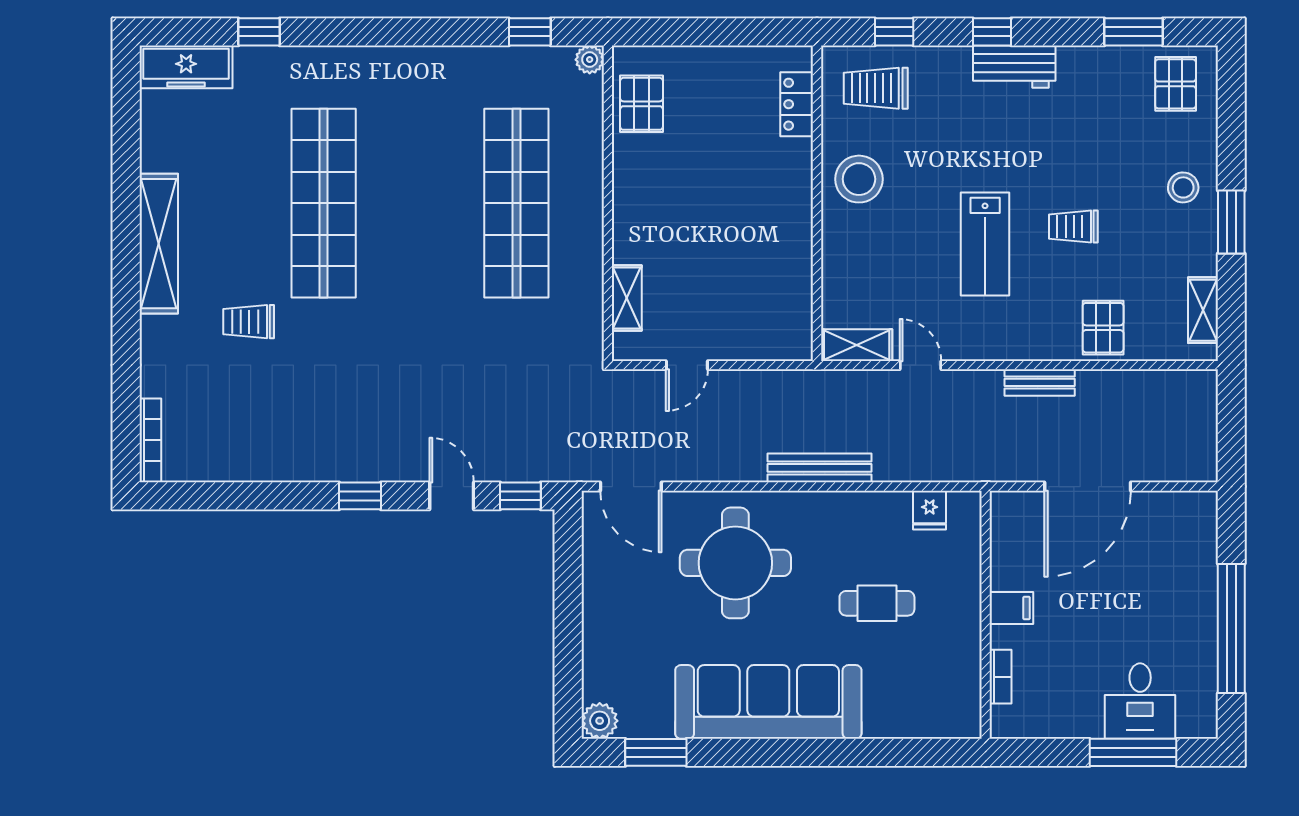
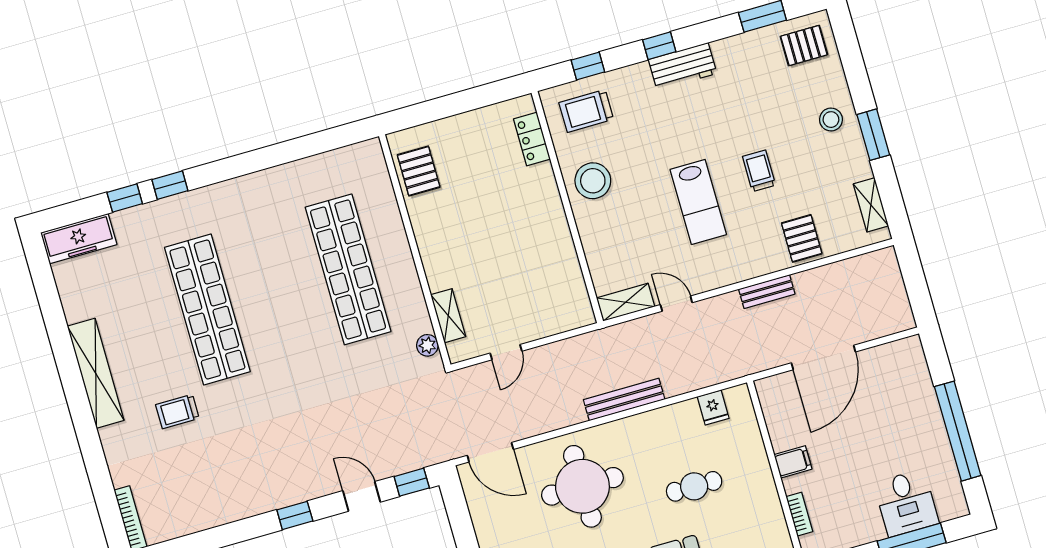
window: (530, 32) -> (170, 185), moved
plant: (590, 60) -> (427, 345), moved
pallet: (1176, 84) -> (804, 46), turned 90
trolley: (1073, 227) -> (759, 171), turned 90

